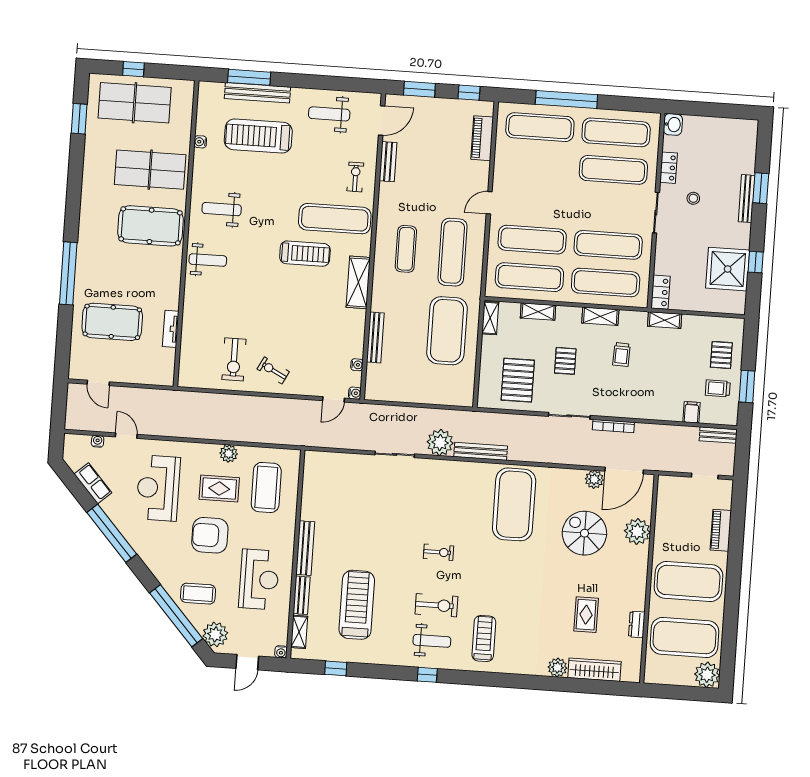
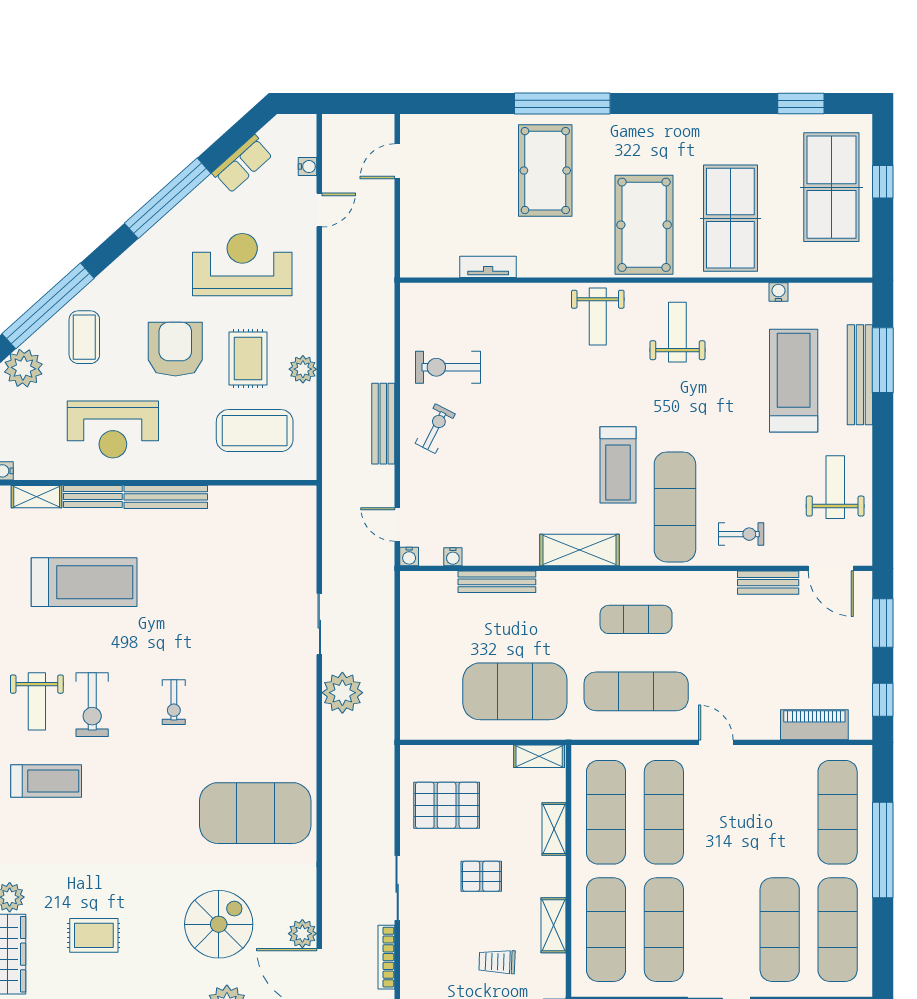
pool table: (112, 322) -> (545, 171), moved
bench: (481, 451) -> (383, 424), moved

